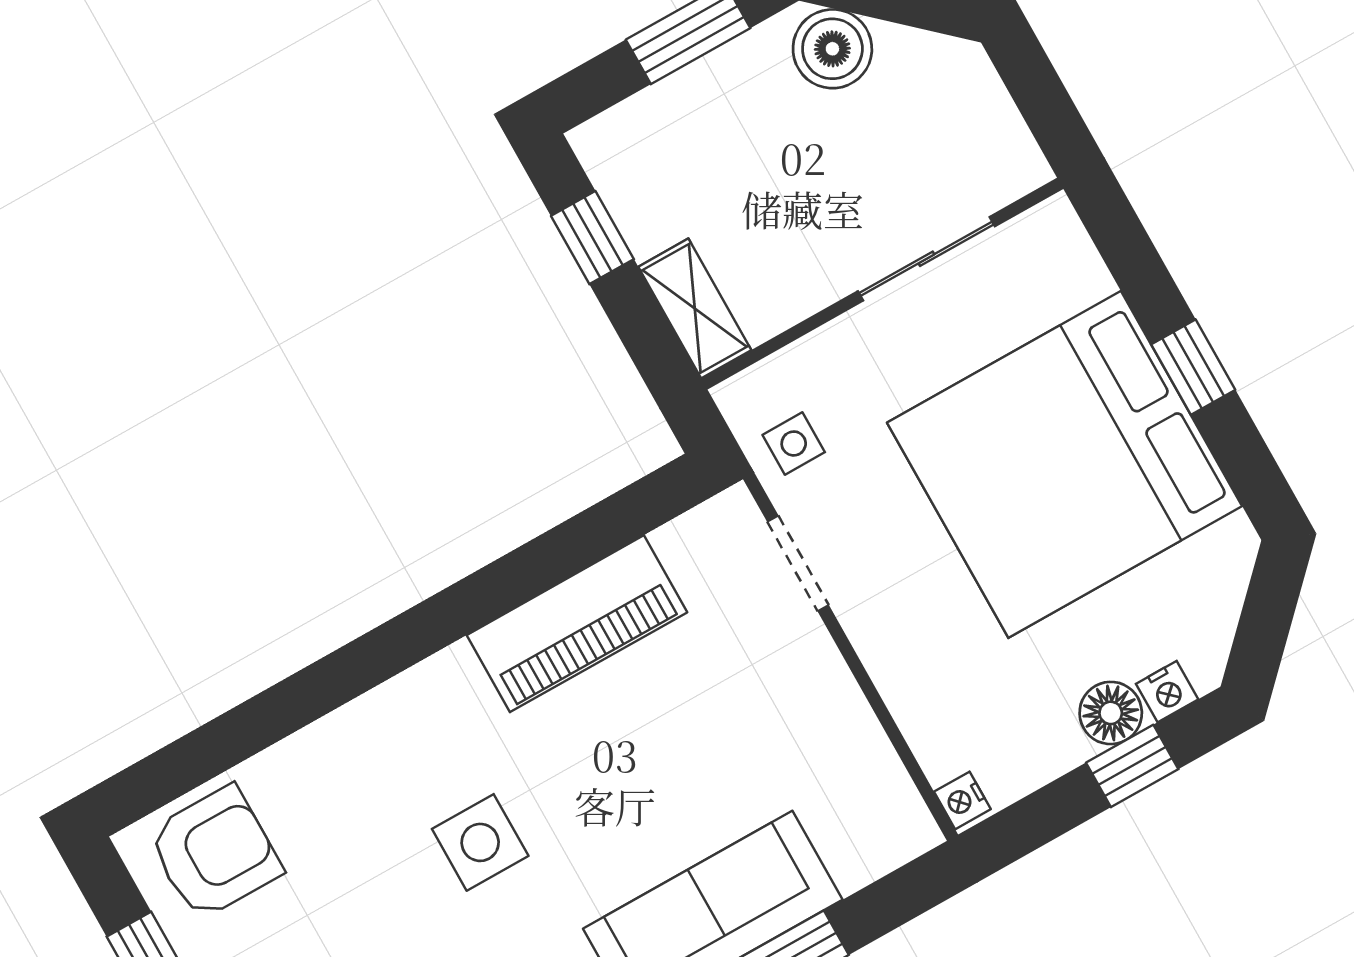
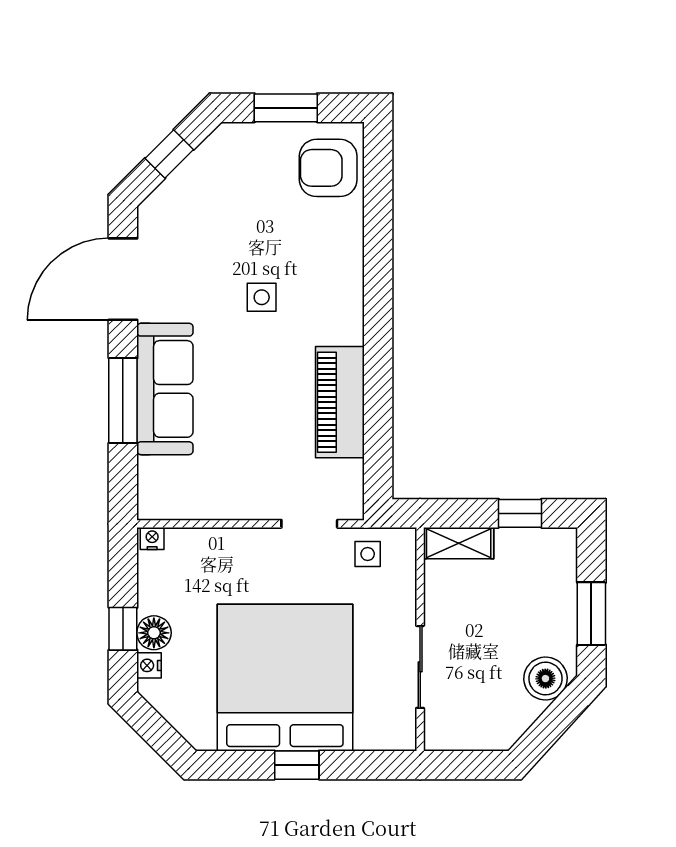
side table: (480, 842) -> (262, 297), width x0.73, depth x0.73
armchair: (215, 853) -> (328, 168), turned 90

